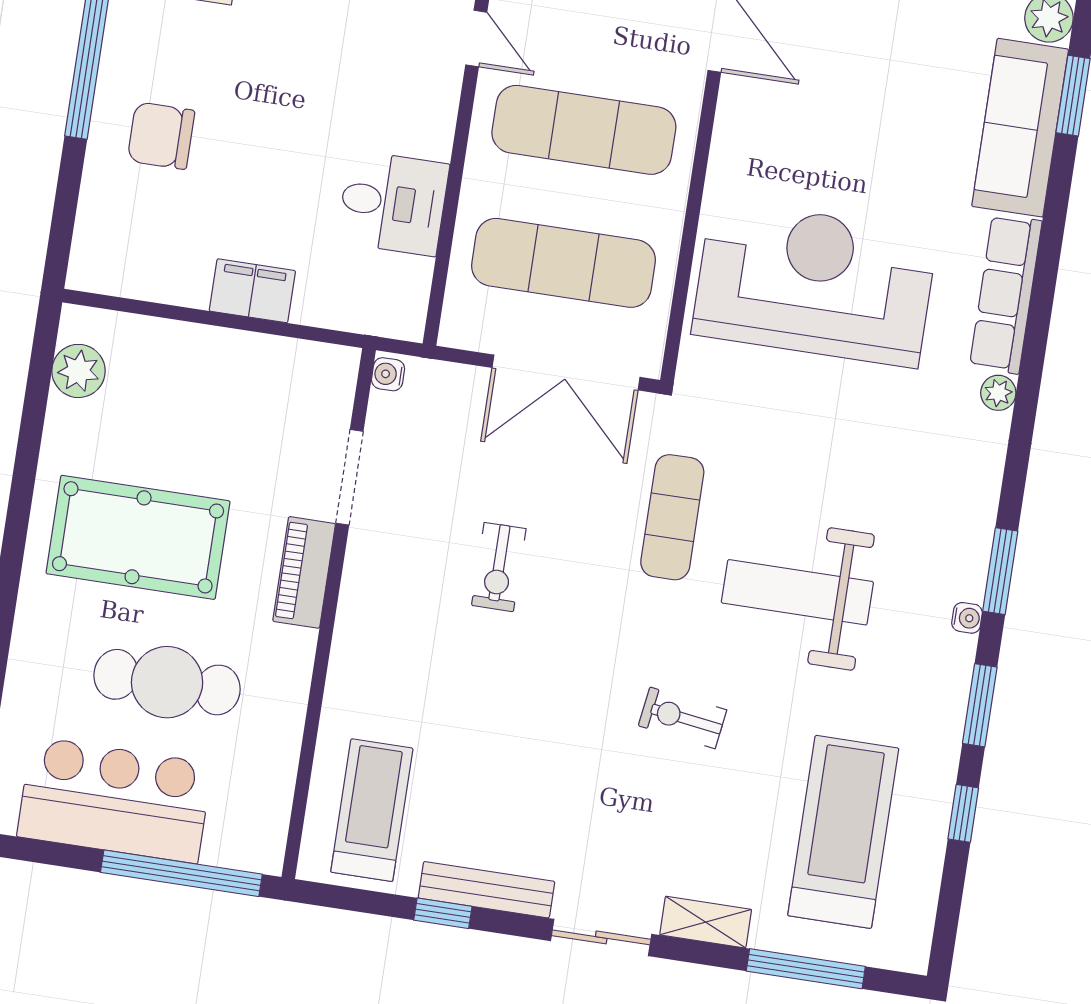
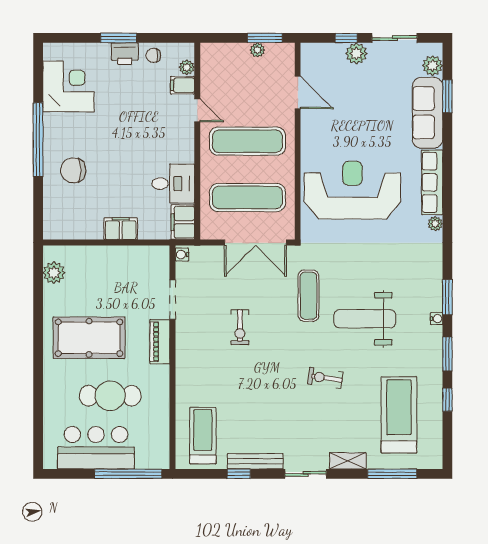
filing cabinet: (402, 298) -> (183, 222), added

